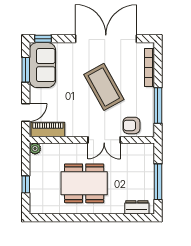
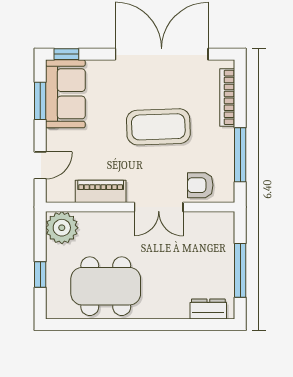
coffee table: (104, 87) -> (158, 127), turned -63
piano: (48, 130) -> (101, 191), moved
plant: (35, 149) -> (62, 228), width x1.88, depth x1.88
dining table: (84, 183) -> (106, 286), moved

